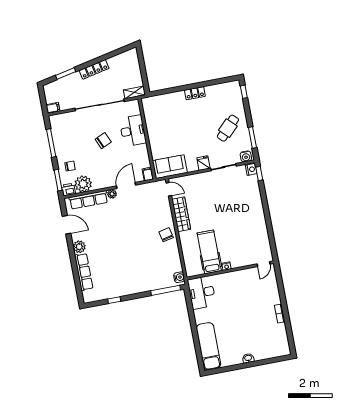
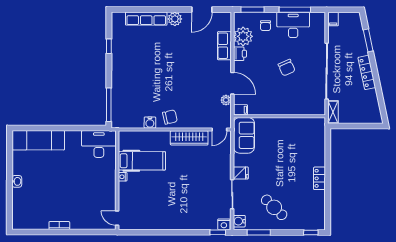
desk: (133, 131) -> (293, 25), moved, turned 180
printer: (68, 190) -> (240, 54), moved
plant: (112, 194) -> (226, 100), moved
row of seats: (88, 200) -> (224, 46), width x0.68
water cooler: (179, 277) -> (150, 123), moved

